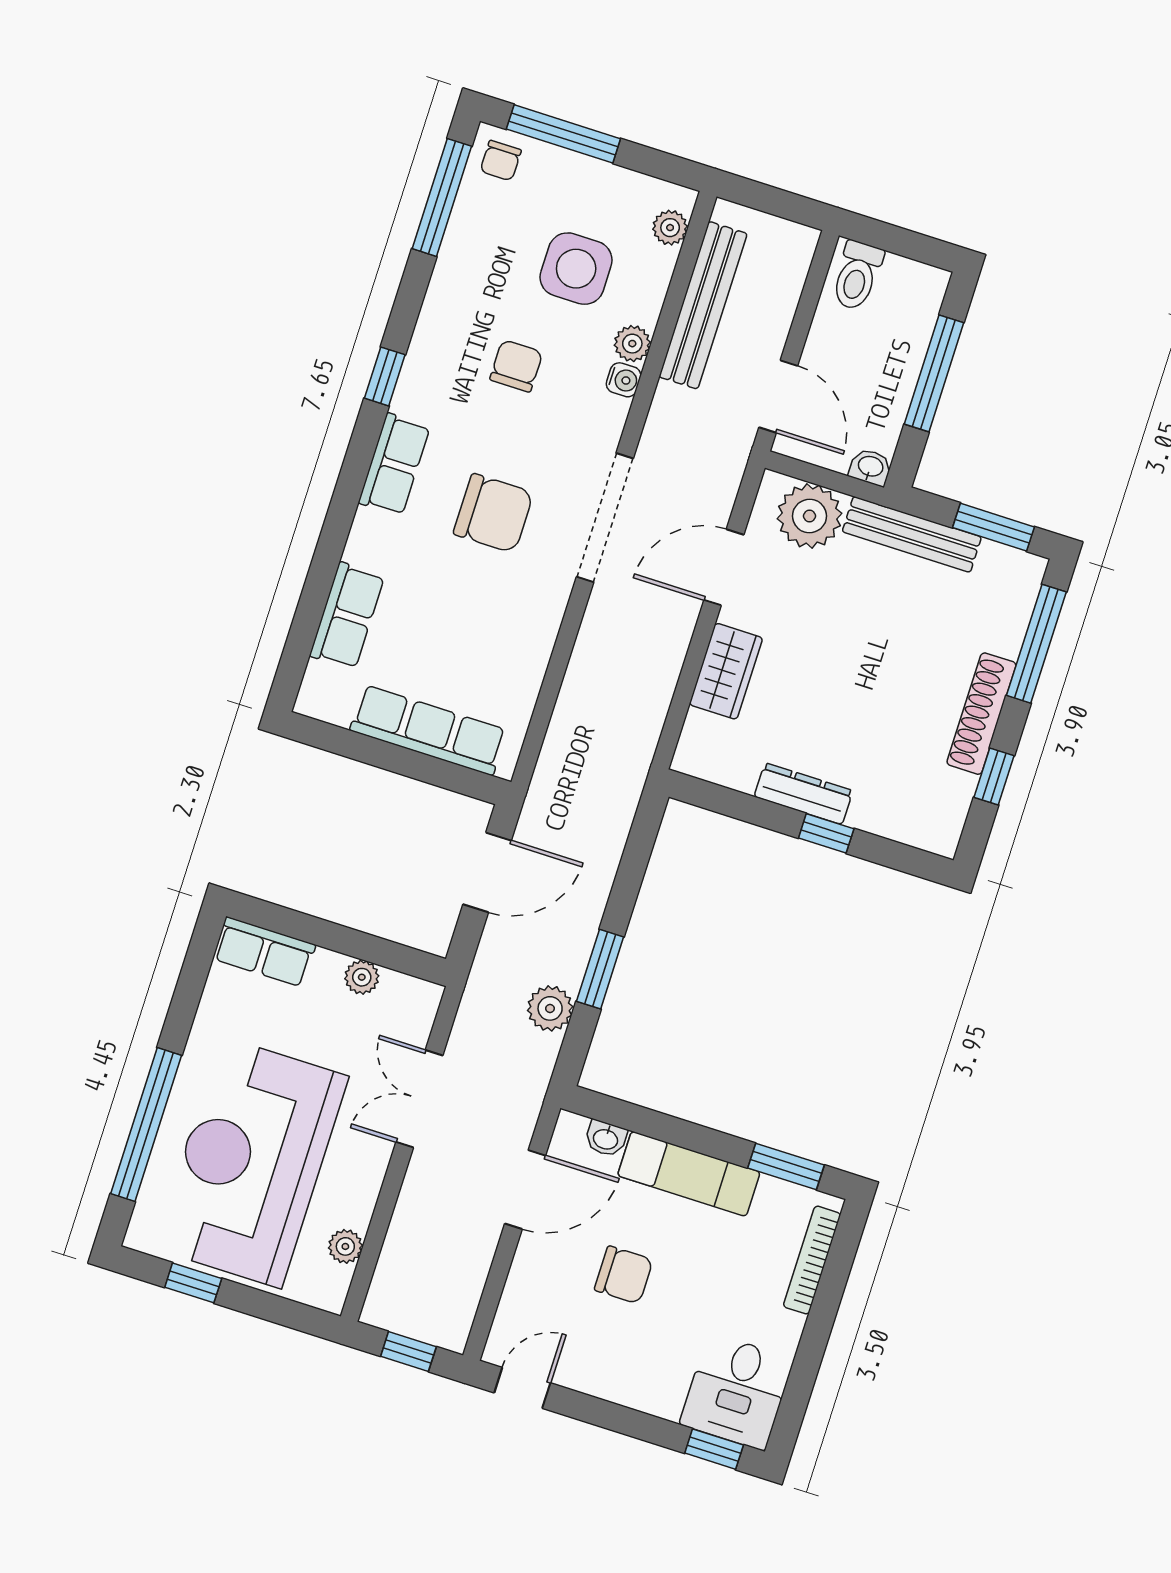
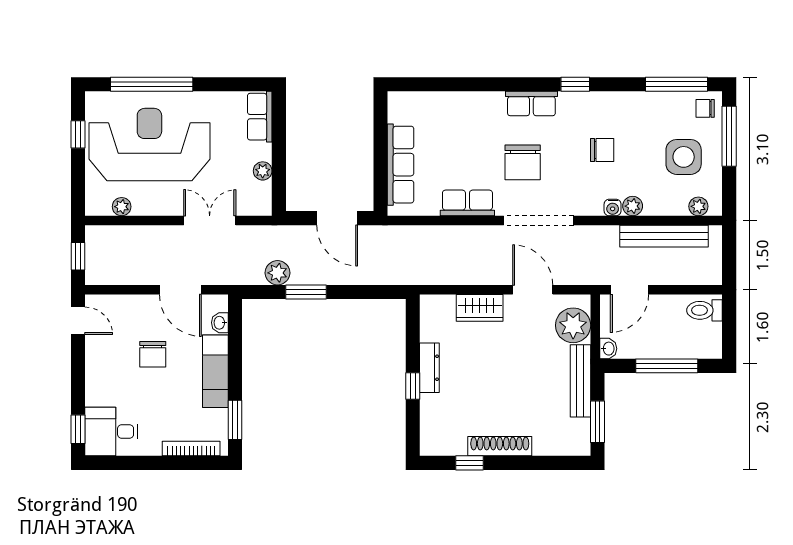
side table: (576, 269) -> (684, 157), moved
row of seats: (347, 616) -> (467, 203), moved, turned 180
window: (1036, 644) -> (545, 463), removed

